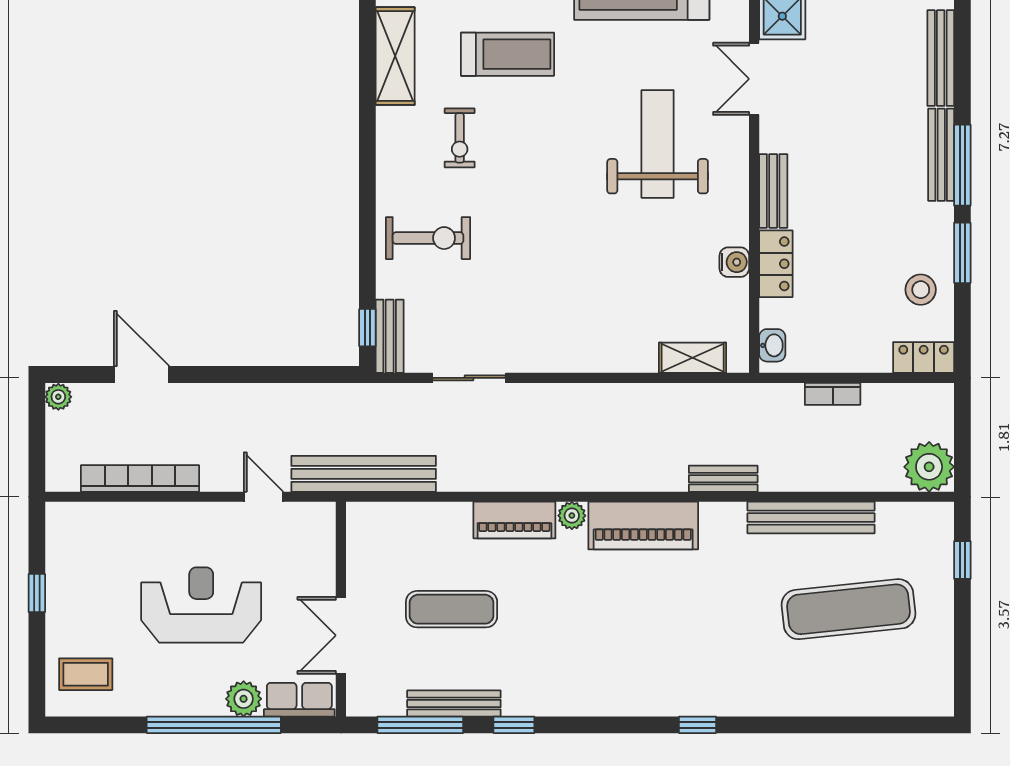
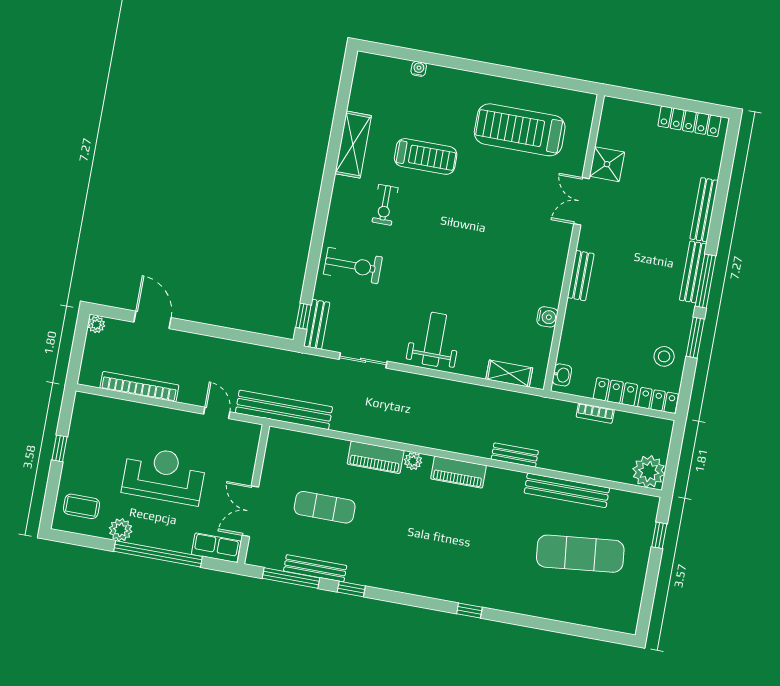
weight bench: (658, 144) -> (434, 339), moved, width x0.73, depth x0.75
locker: (776, 264) -> (615, 392), moved, turned -90
piano: (643, 526) -> (458, 472), width x0.73, depth x0.75
plant: (244, 699) -> (121, 530), moved

